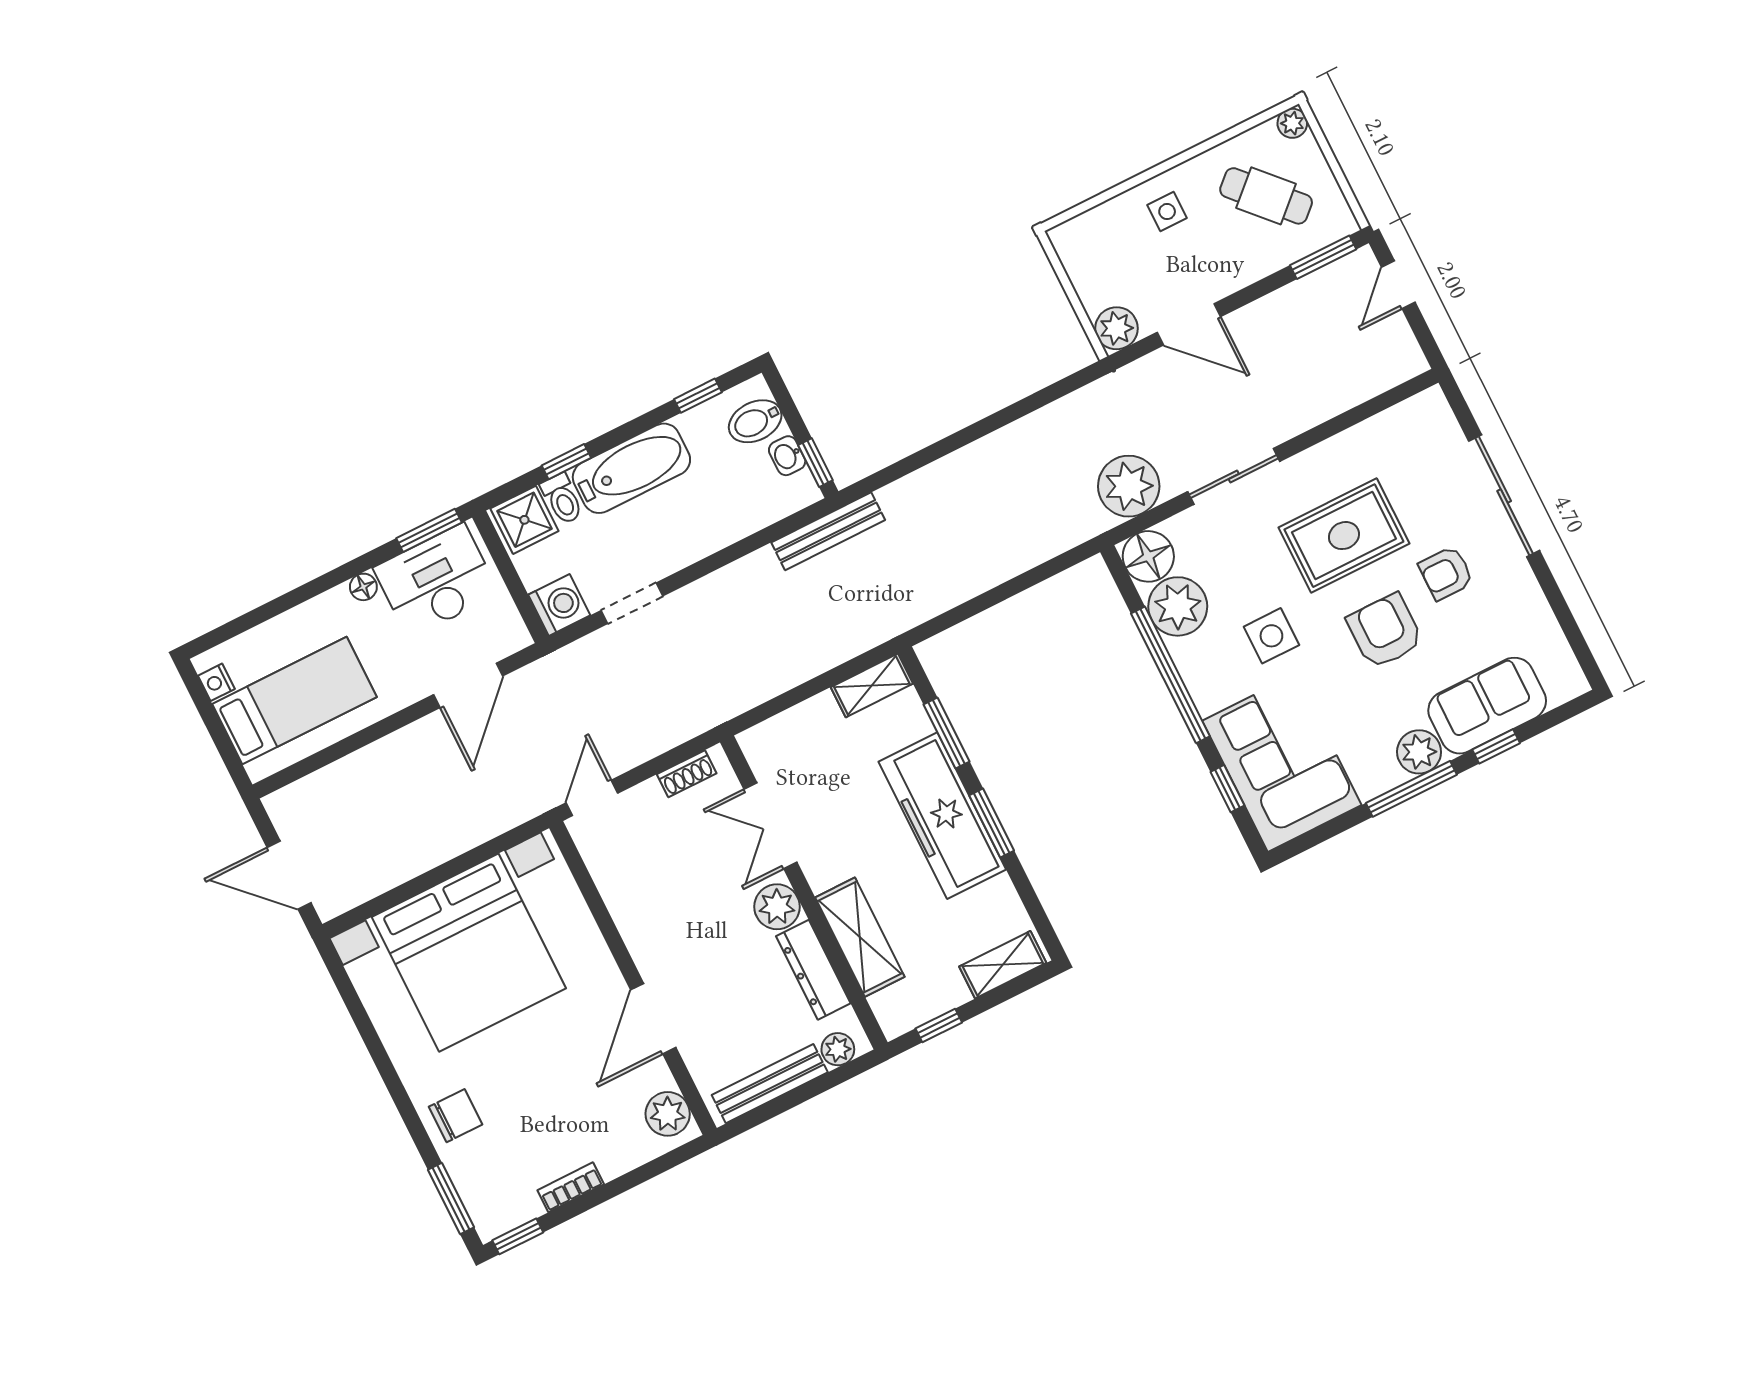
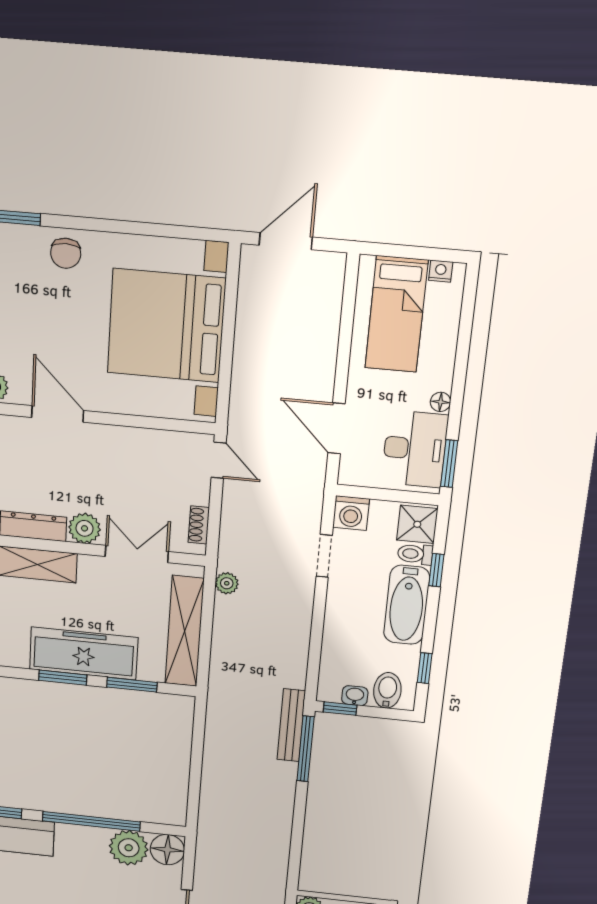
window: (896, 471) -> (305, 749), added
plant: (1129, 486) -> (227, 583), moved, width x0.53, depth x0.53
bench: (828, 531) -> (291, 725), moved
side table: (1271, 636) -> (81, 885), removed
shelving: (872, 685) -> (185, 631), width x2.20, depth x1.33

